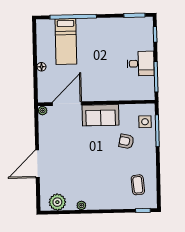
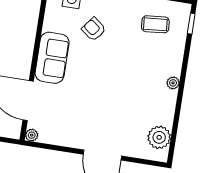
armchair: (126, 141) -> (94, 29), turned 116
plant: (81, 205) -> (173, 83), moved

